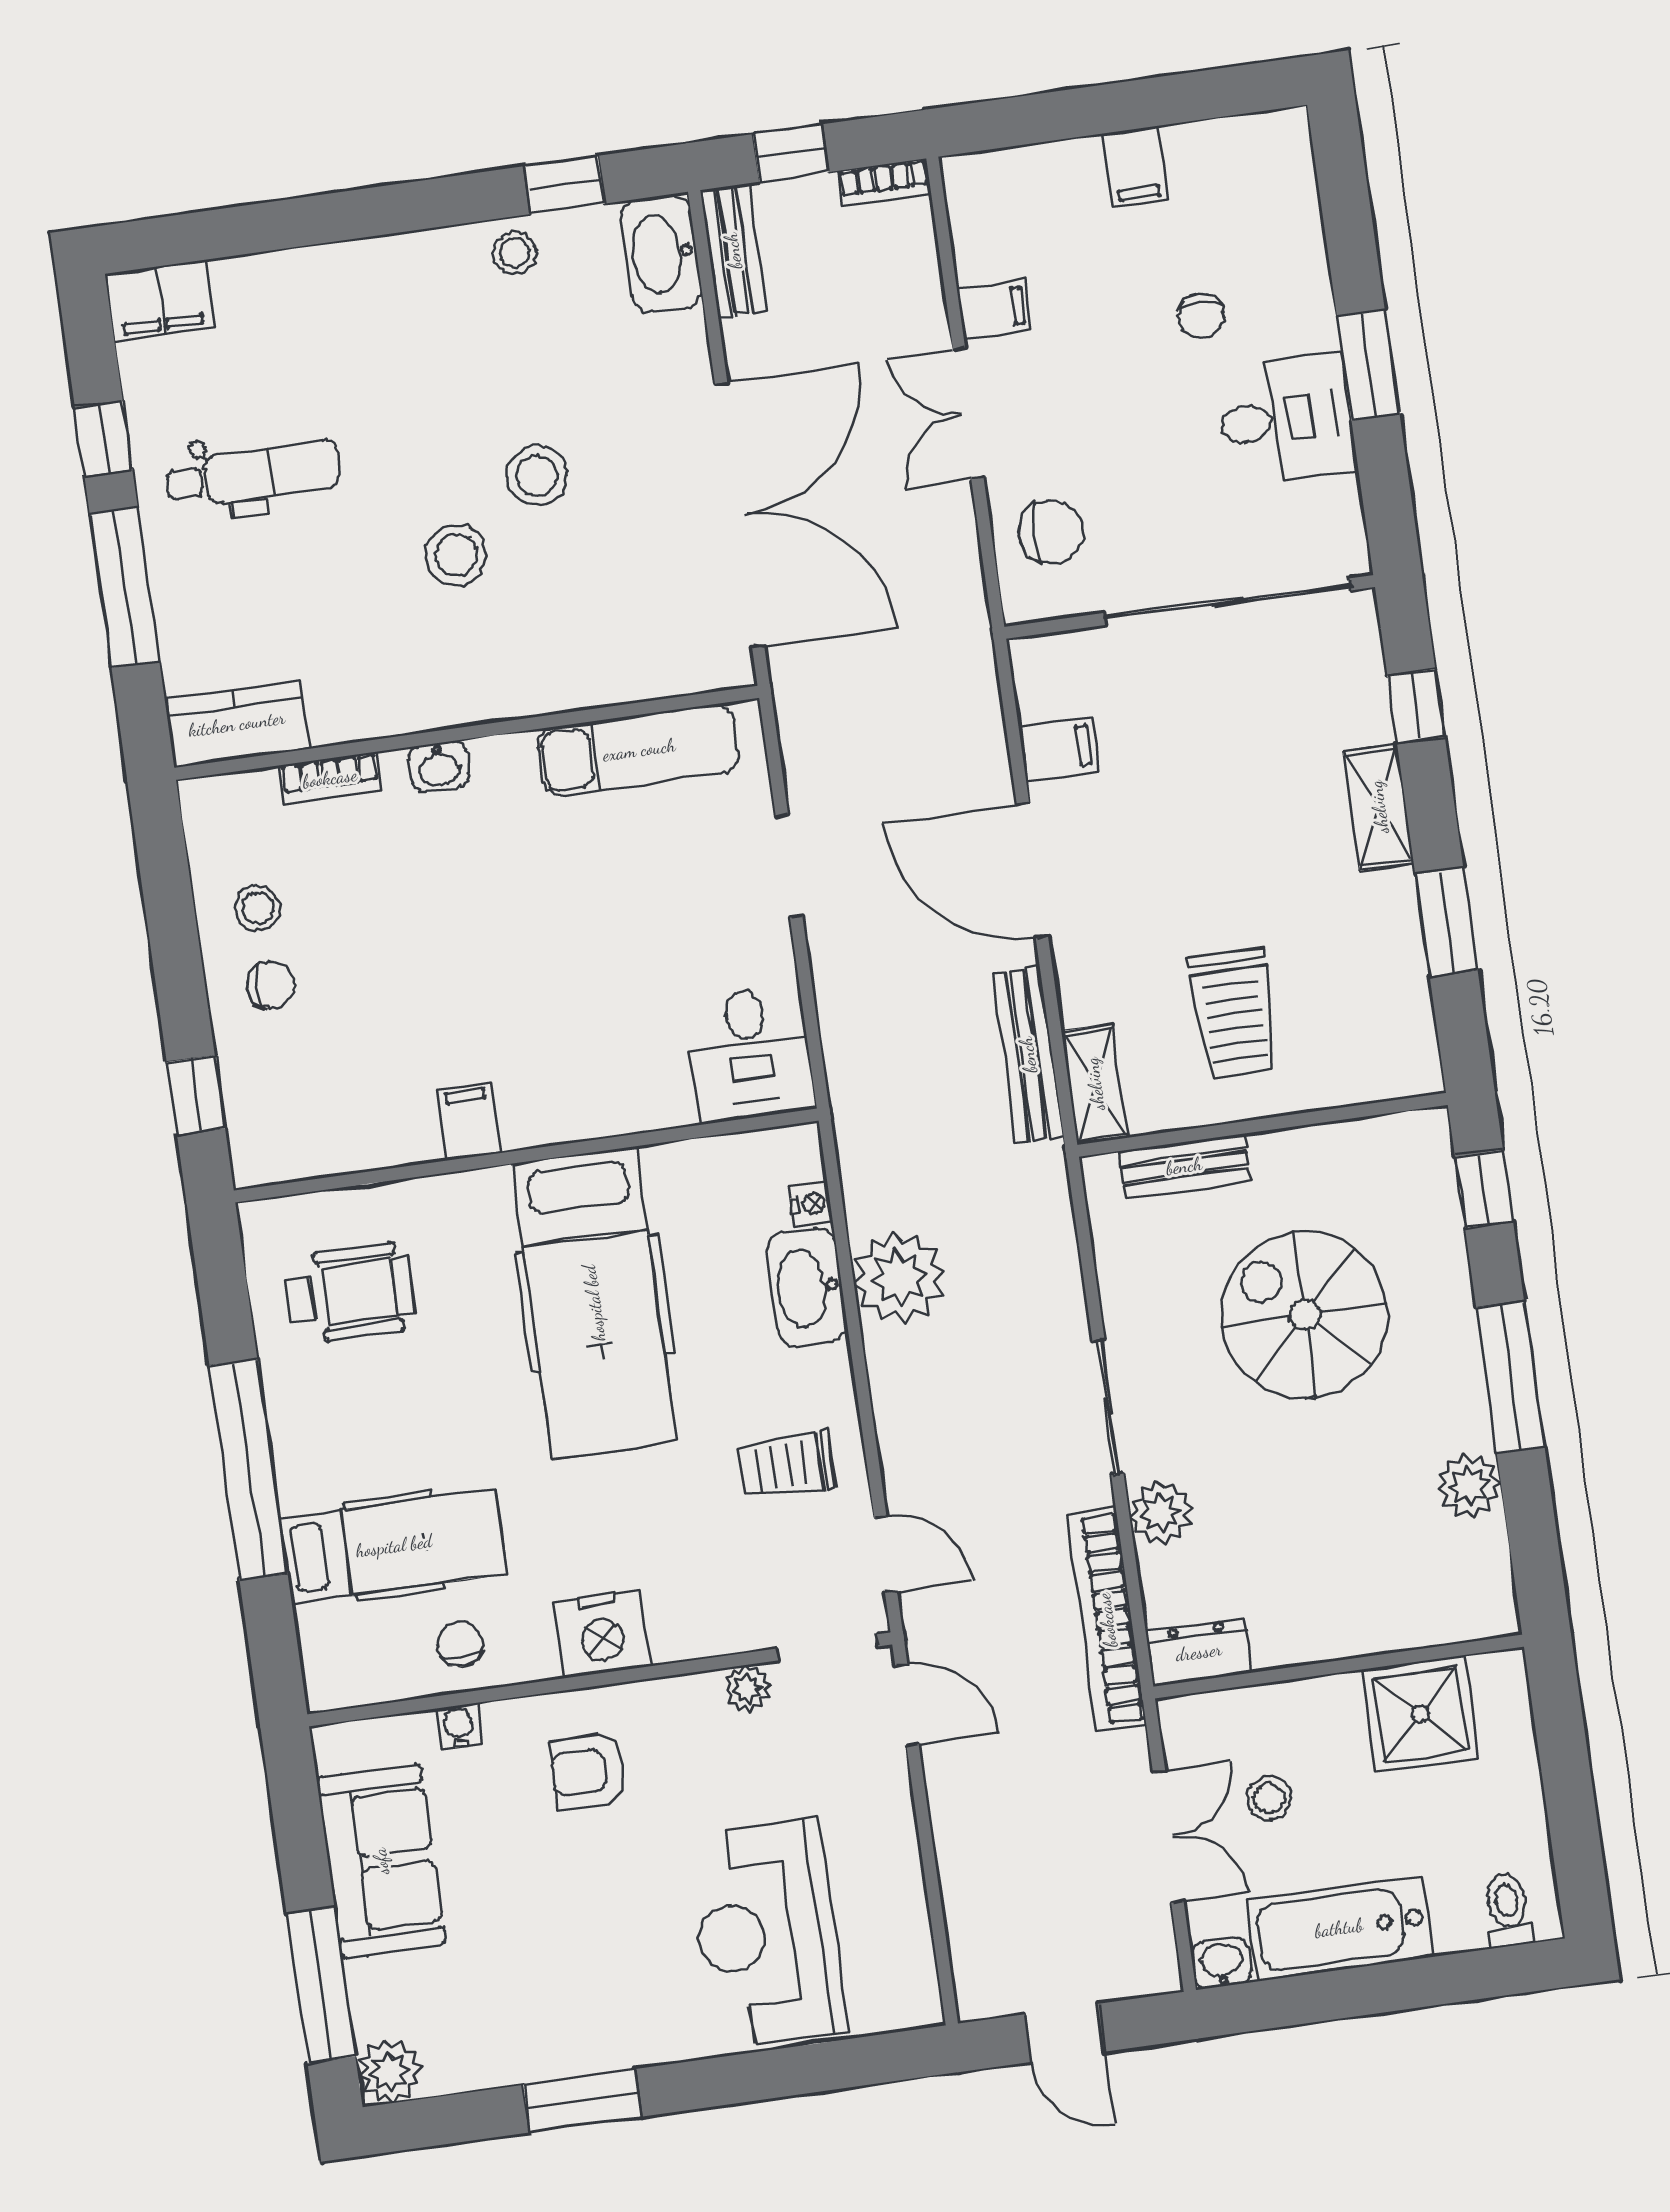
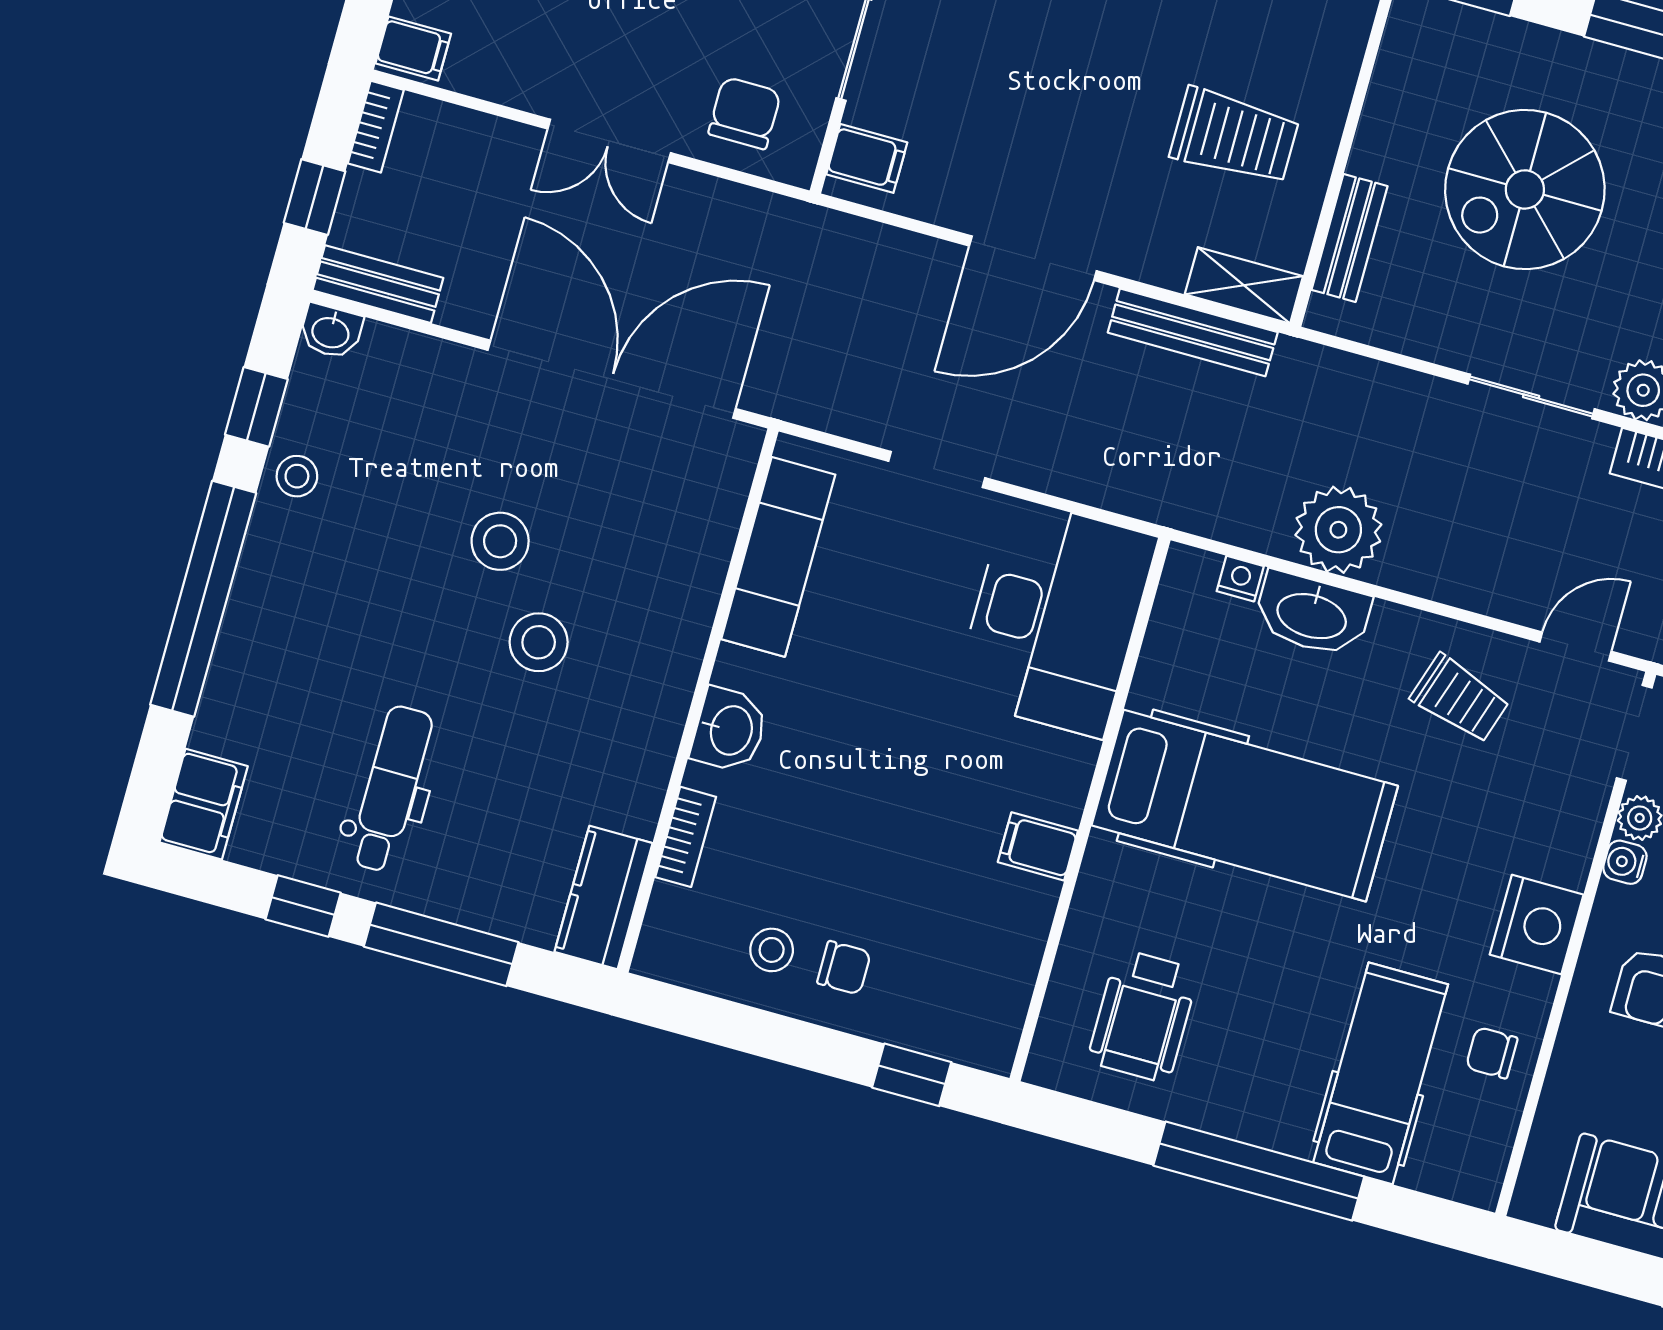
window: (358, 214) -> (203, 599), added
washbasin: (661, 254) -> (331, 331), width x0.52, depth x0.69
filing cabinet: (994, 309) -> (413, 48), moved, turned 90
filing cabinet: (1058, 749) -> (867, 158), moved, turned 90
washbasin: (439, 767) -> (729, 730), width x1.38, depth x1.45
chair: (271, 985) -> (844, 968), turned 90
desk: (750, 1054) -> (1055, 618), width x1.87, depth x1.30
wheelchair: (349, 1293) -> (1143, 1016), turned 180
trolley: (787, 1465) -> (1460, 699), turned -72
water cooler: (459, 1726) -> (1625, 862), moved

